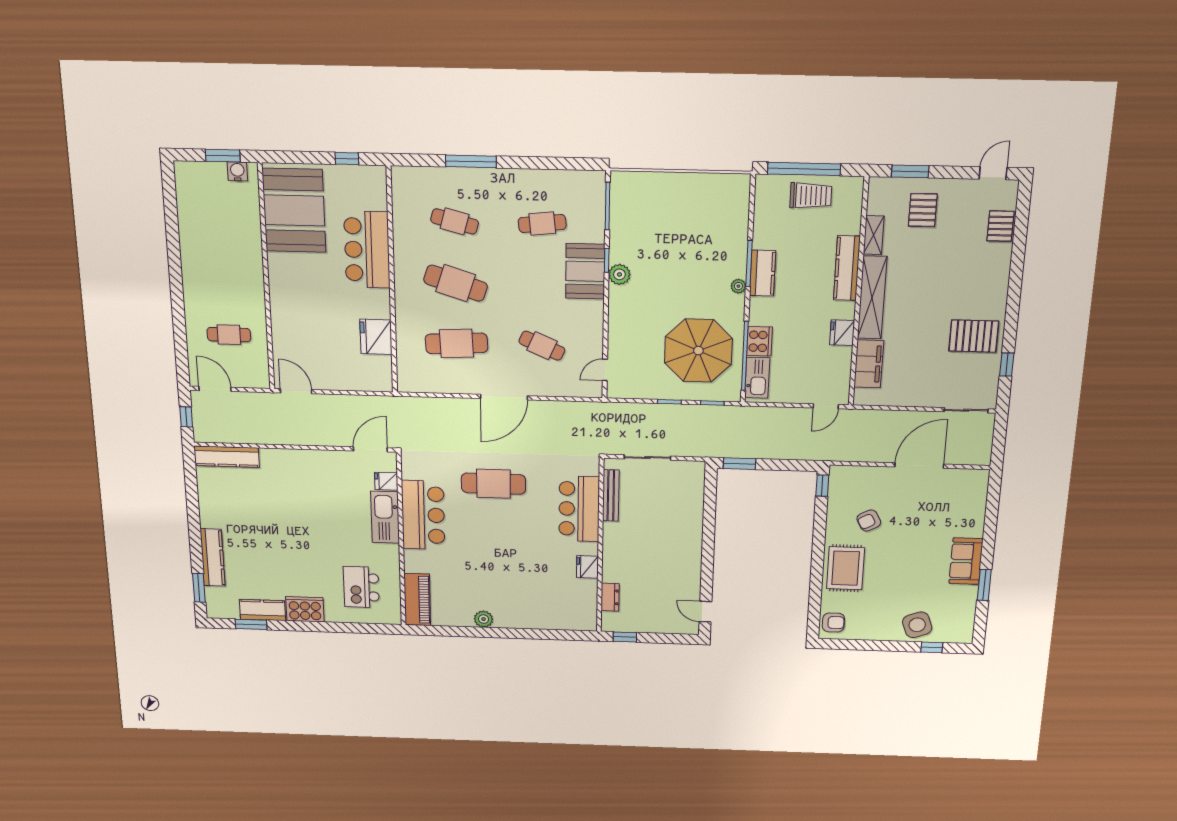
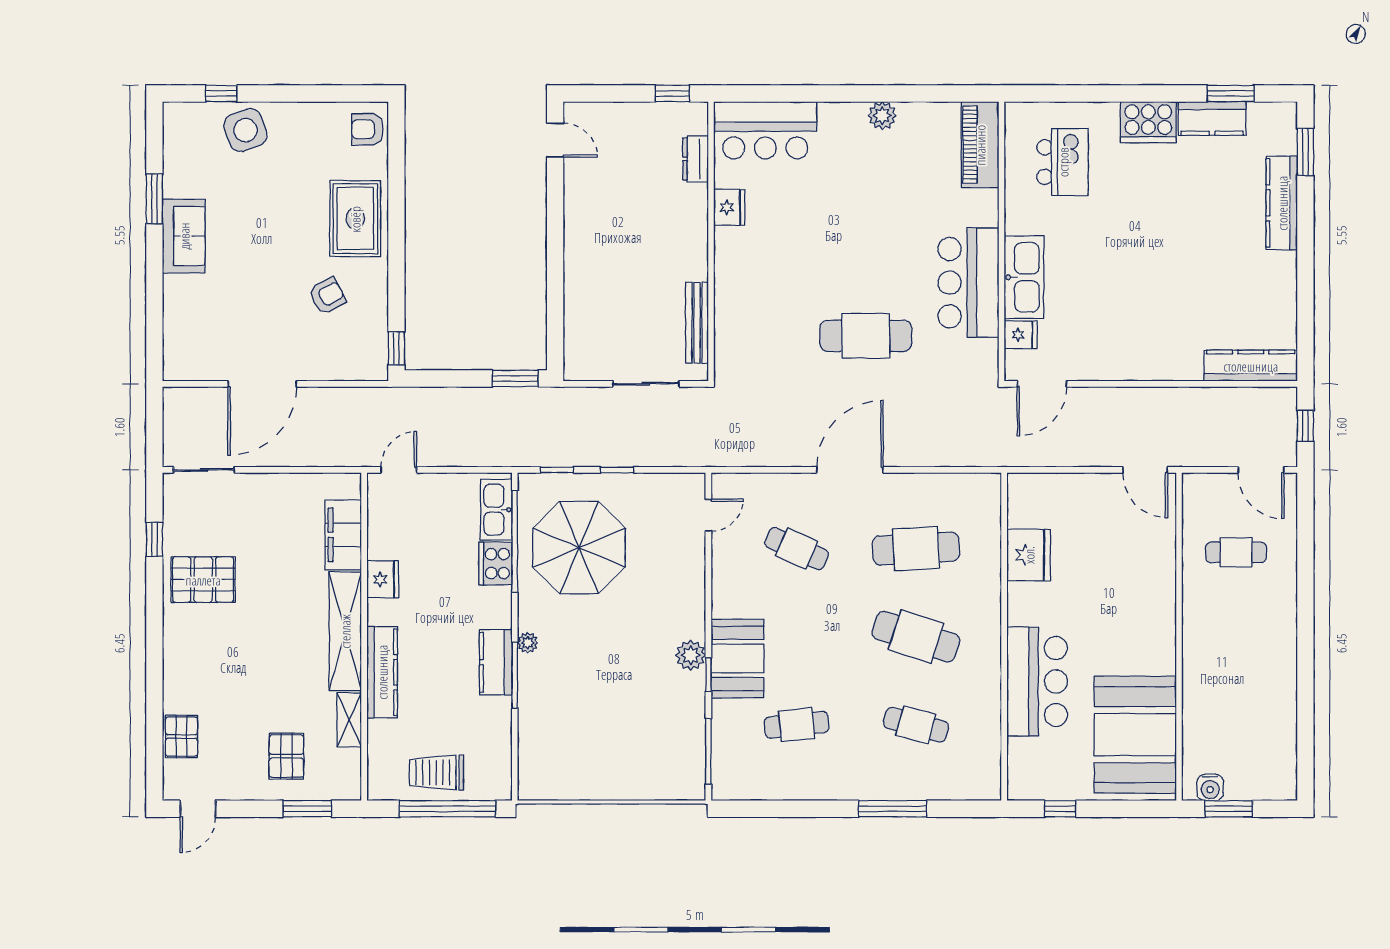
bar counter: (579, 509) -> (765, 130), moved, turned 90

